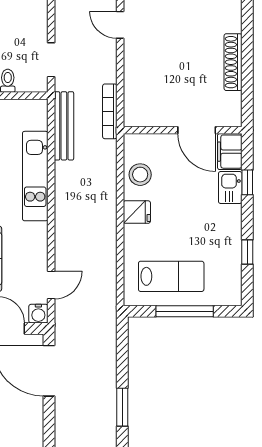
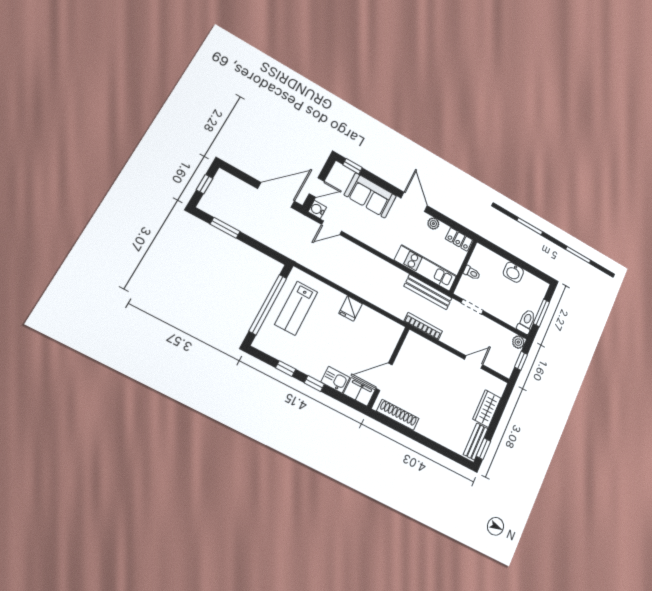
shoe rack: (233, 62) -> (398, 415), moved
stool: (140, 175) -> (374, 324), removed
kitchen unit: (35, 176) -> (426, 268), moved
window: (247, 182) -> (314, 383), moved
door: (51, 285) -> (332, 228), hinge flipped
window: (185, 311) -> (268, 305), width x1.46

